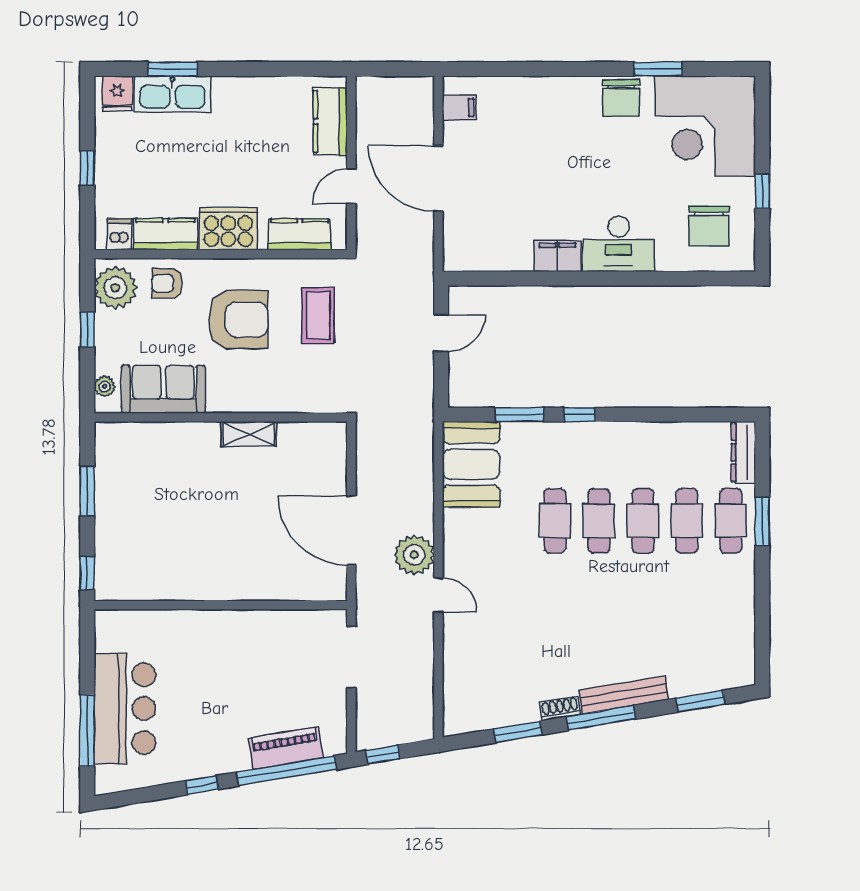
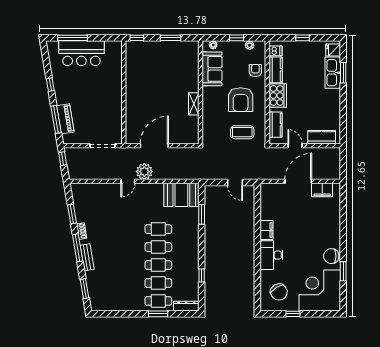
filing cabinet: (459, 108) -> (322, 190), width x2.00
chair: (709, 226) -> (279, 292), turned -121
plant: (115, 288) -> (250, 45), width x0.53, depth x0.53
window: (579, 415) -> (202, 276), moved
bench: (624, 695) -> (87, 257), width x0.73
window: (287, 771) -> (56, 119), width x0.68

